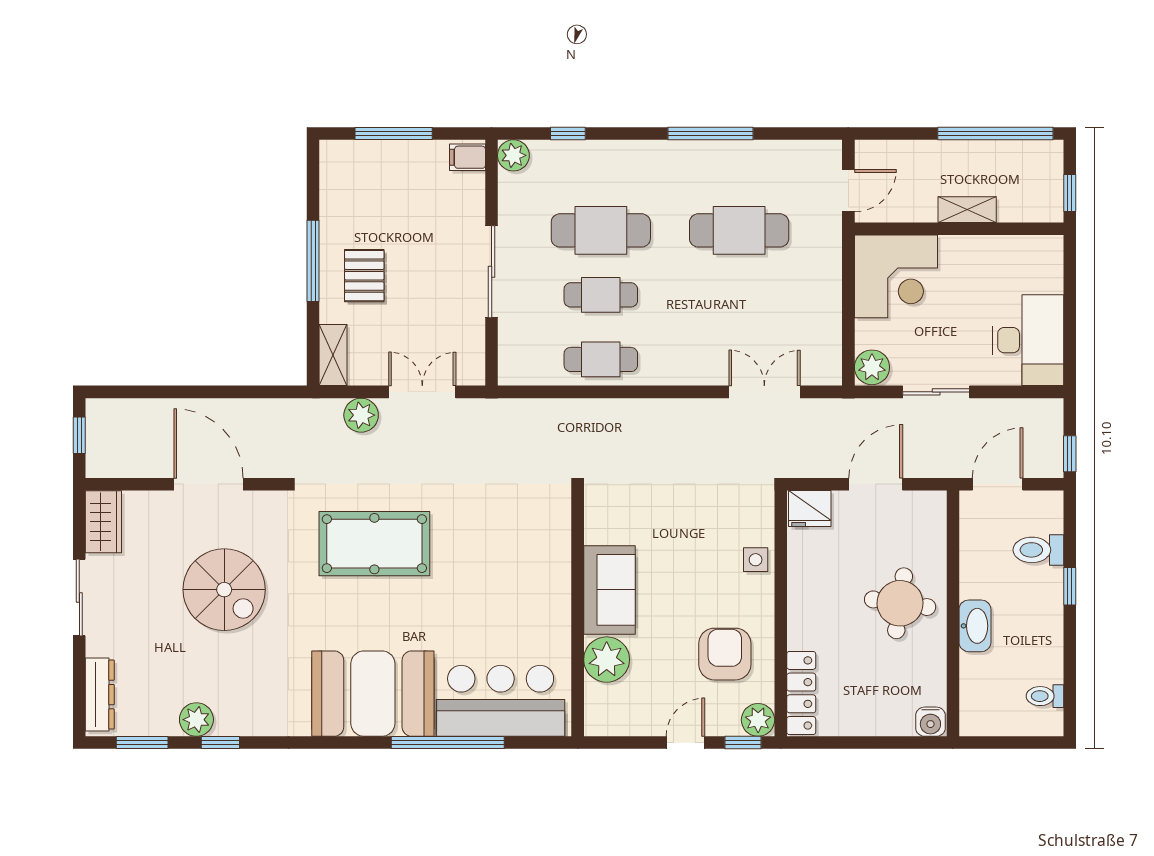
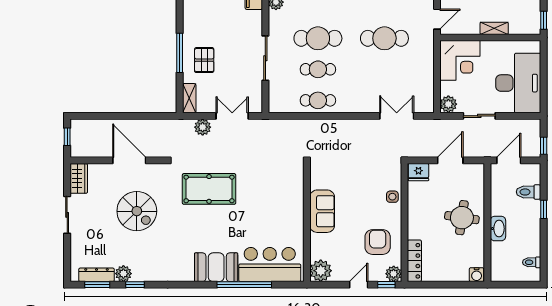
desk: (1028, 340) -> (518, 83), width x1.36, depth x1.30
plant: (607, 660) -> (321, 271), moved
booth: (373, 694) -> (216, 267), width x0.73, depth x0.70
dresser: (100, 695) -> (96, 275), moved, turned -90

